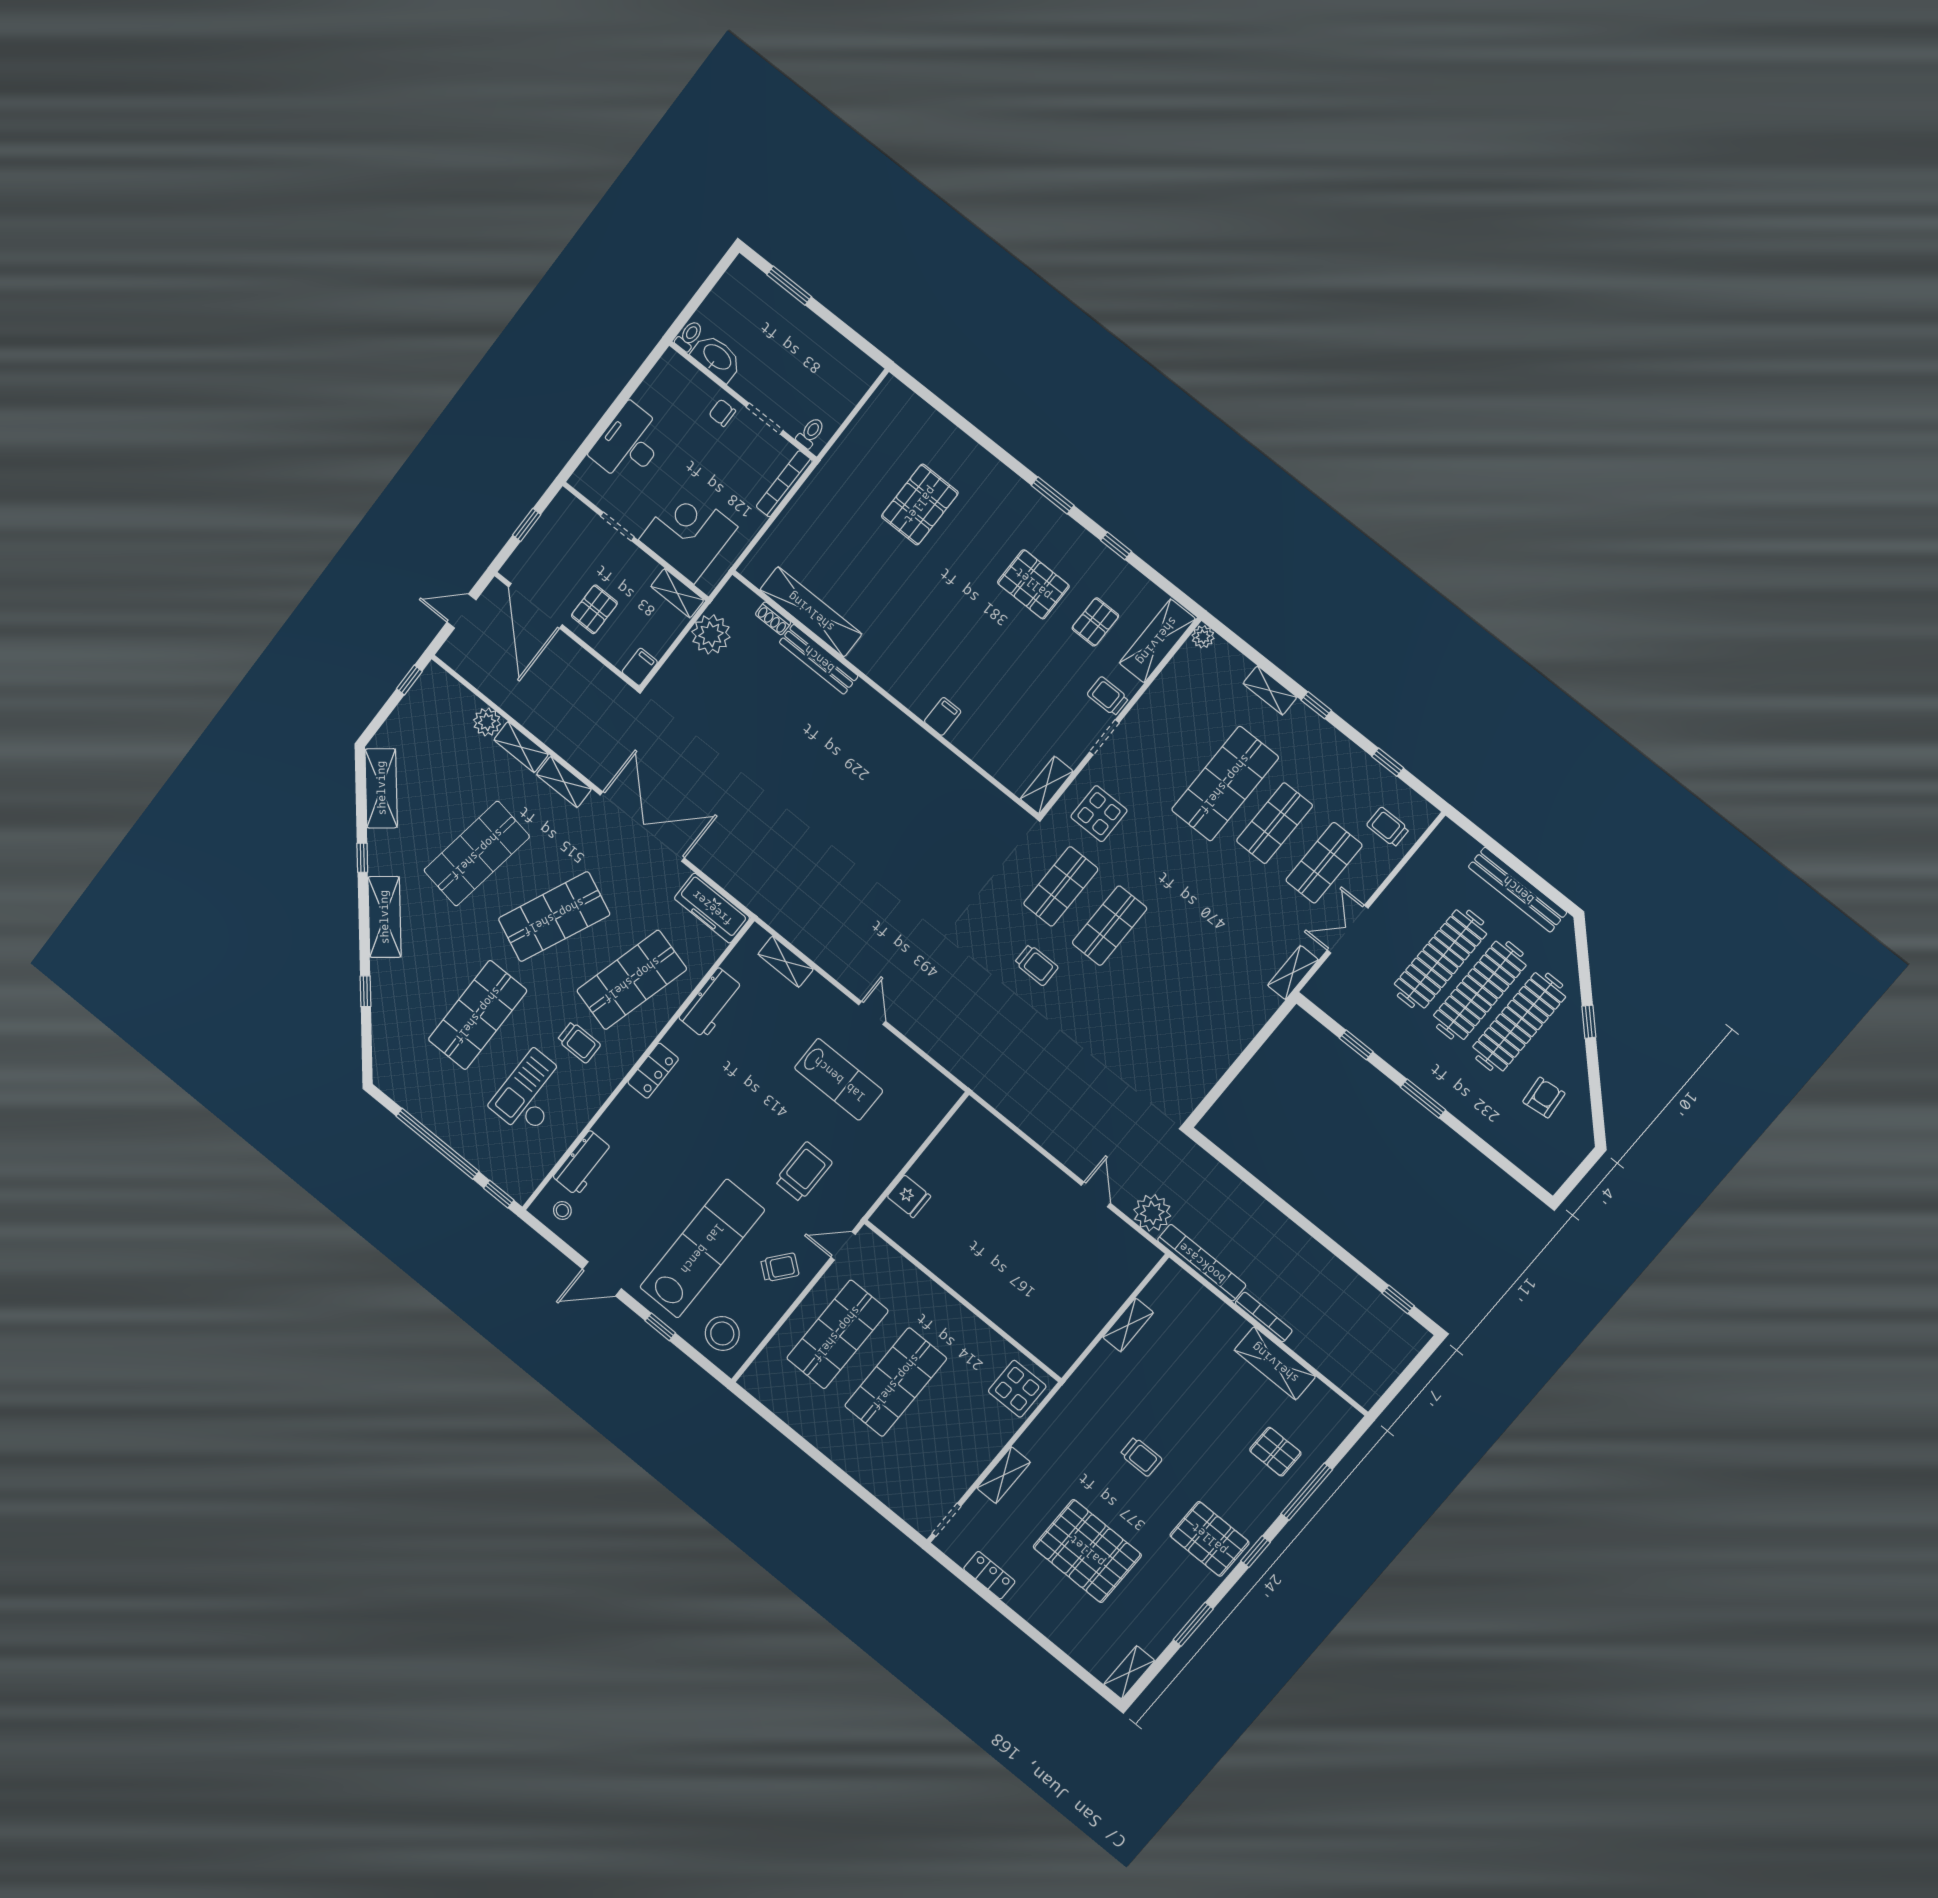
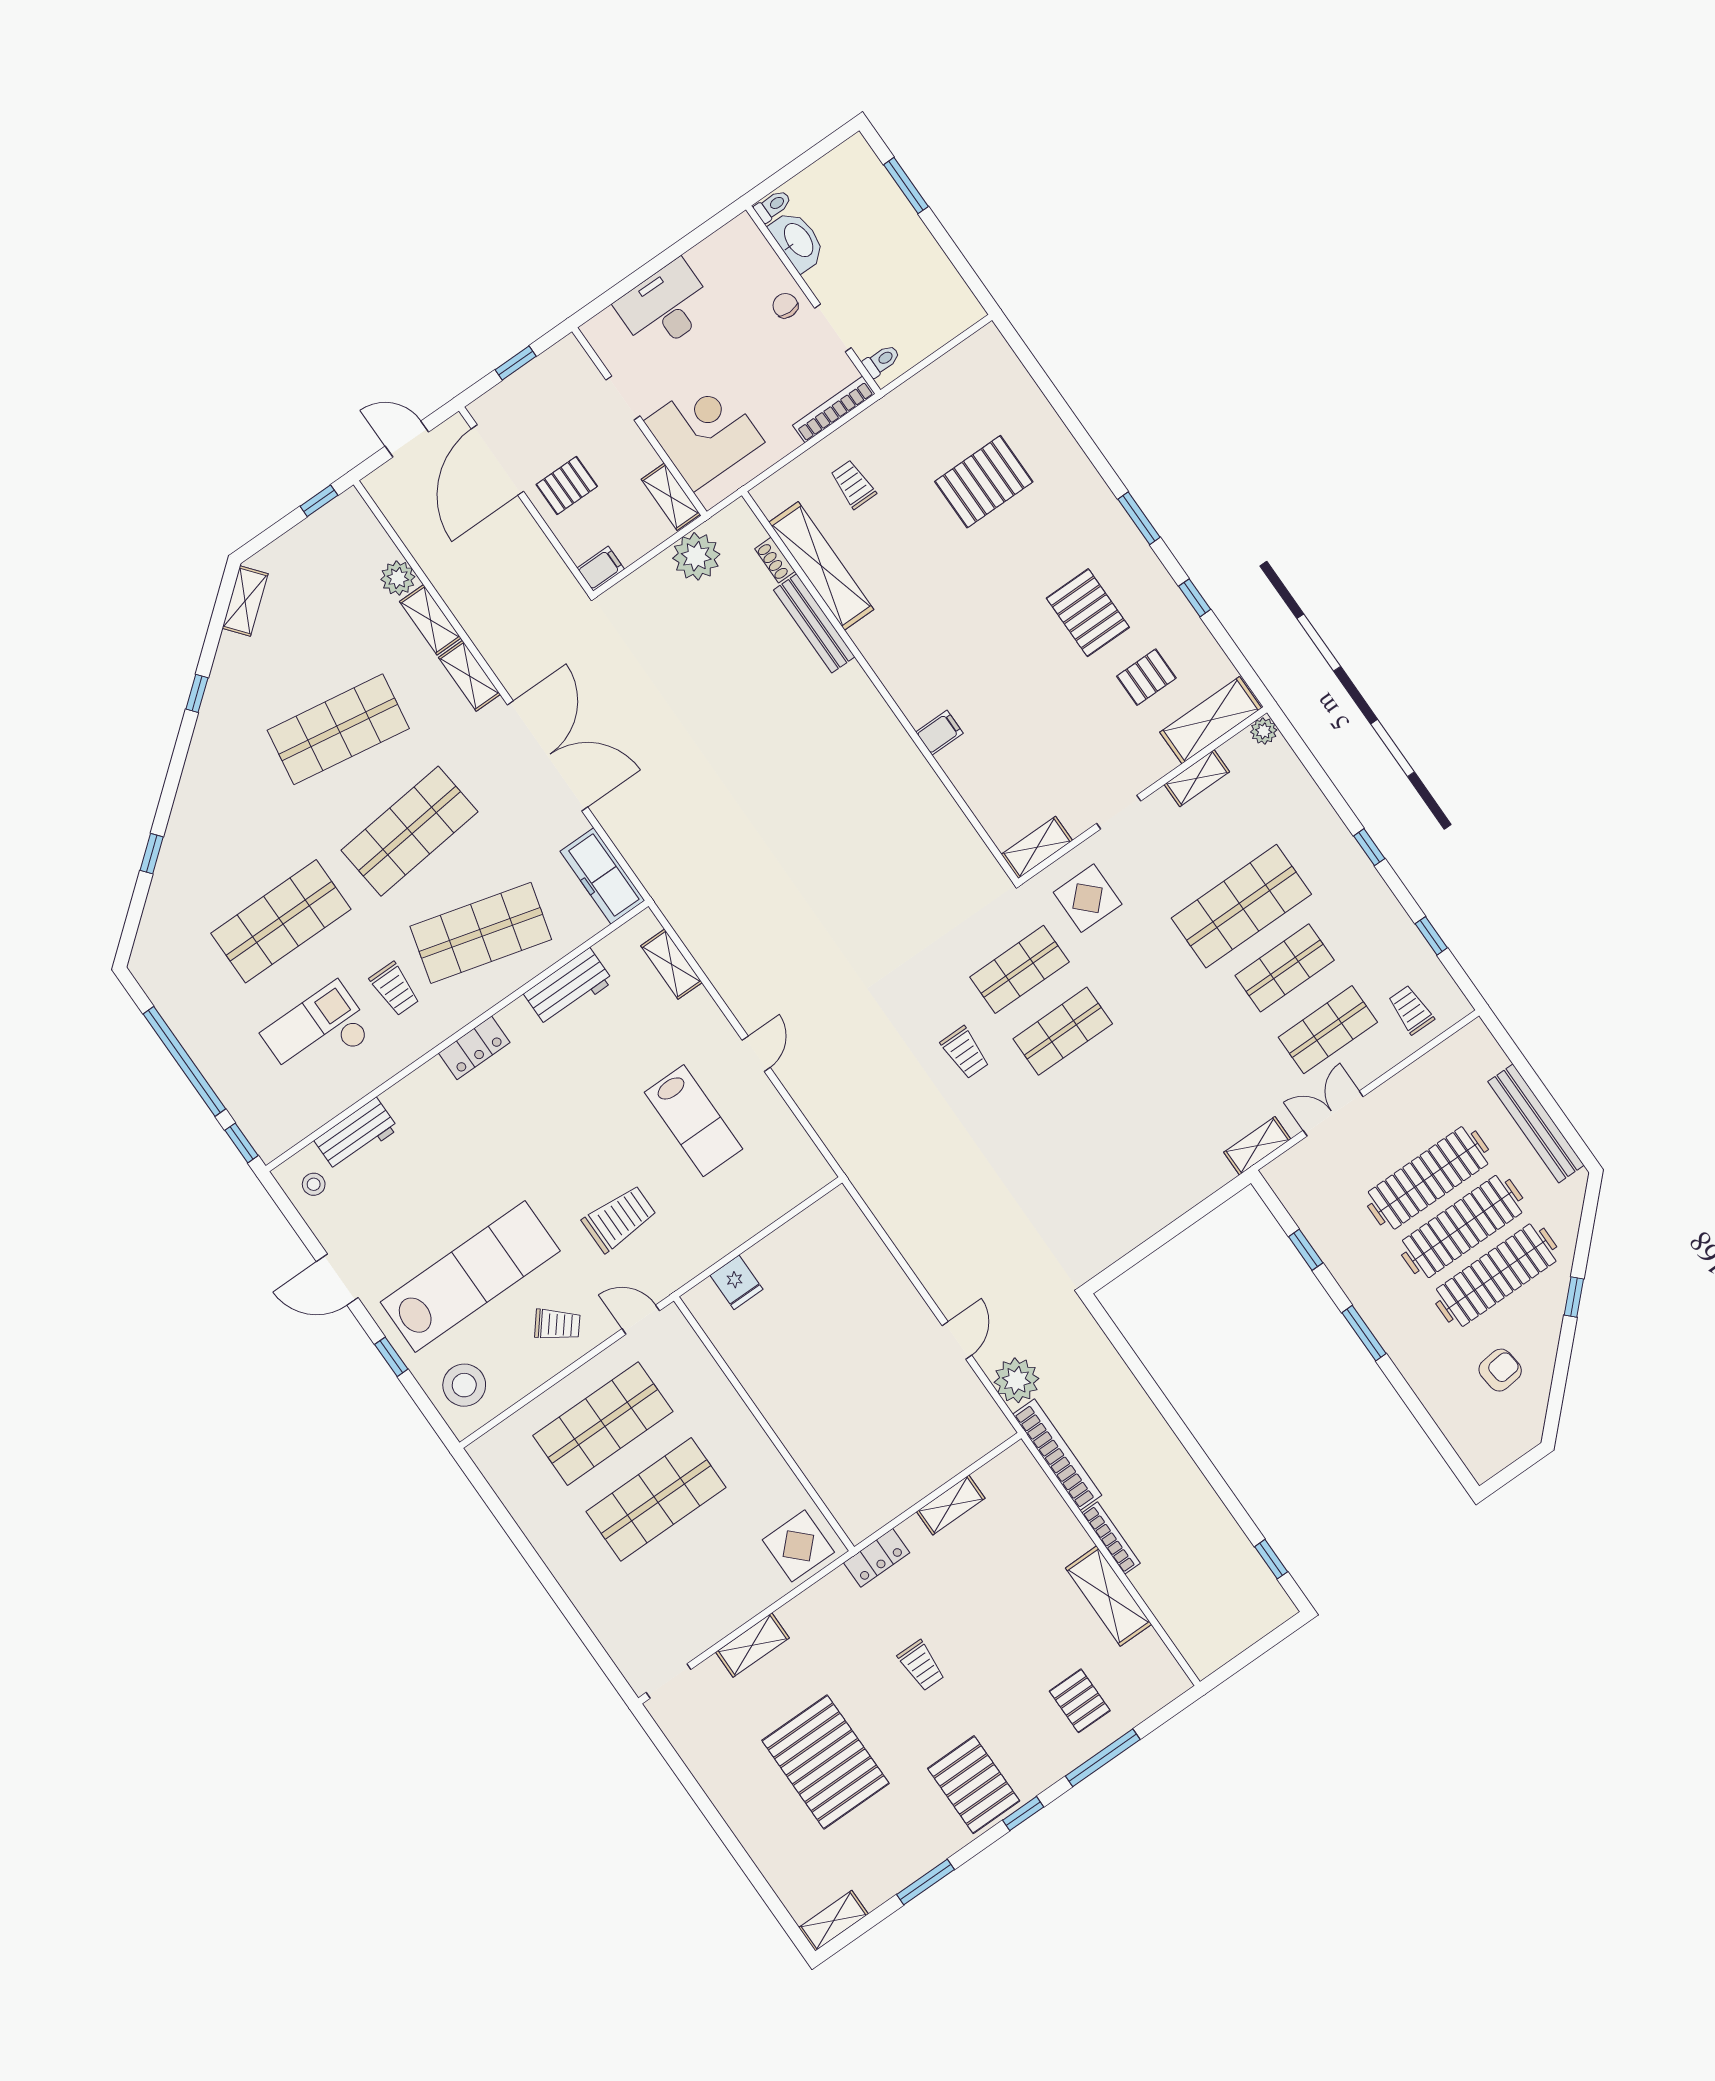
shelving: (1270, 690) -> (1197, 778), moved, turned 90
trolley: (1108, 696) -> (853, 484), moved
shelving: (381, 788) -> (245, 601), width x0.67, depth x0.75
shelving: (384, 917) -> (202, 772), removed
shop shelf: (554, 917) -> (410, 831), turned -30
locker: (989, 1575) -> (877, 1558), moved, turned 90

